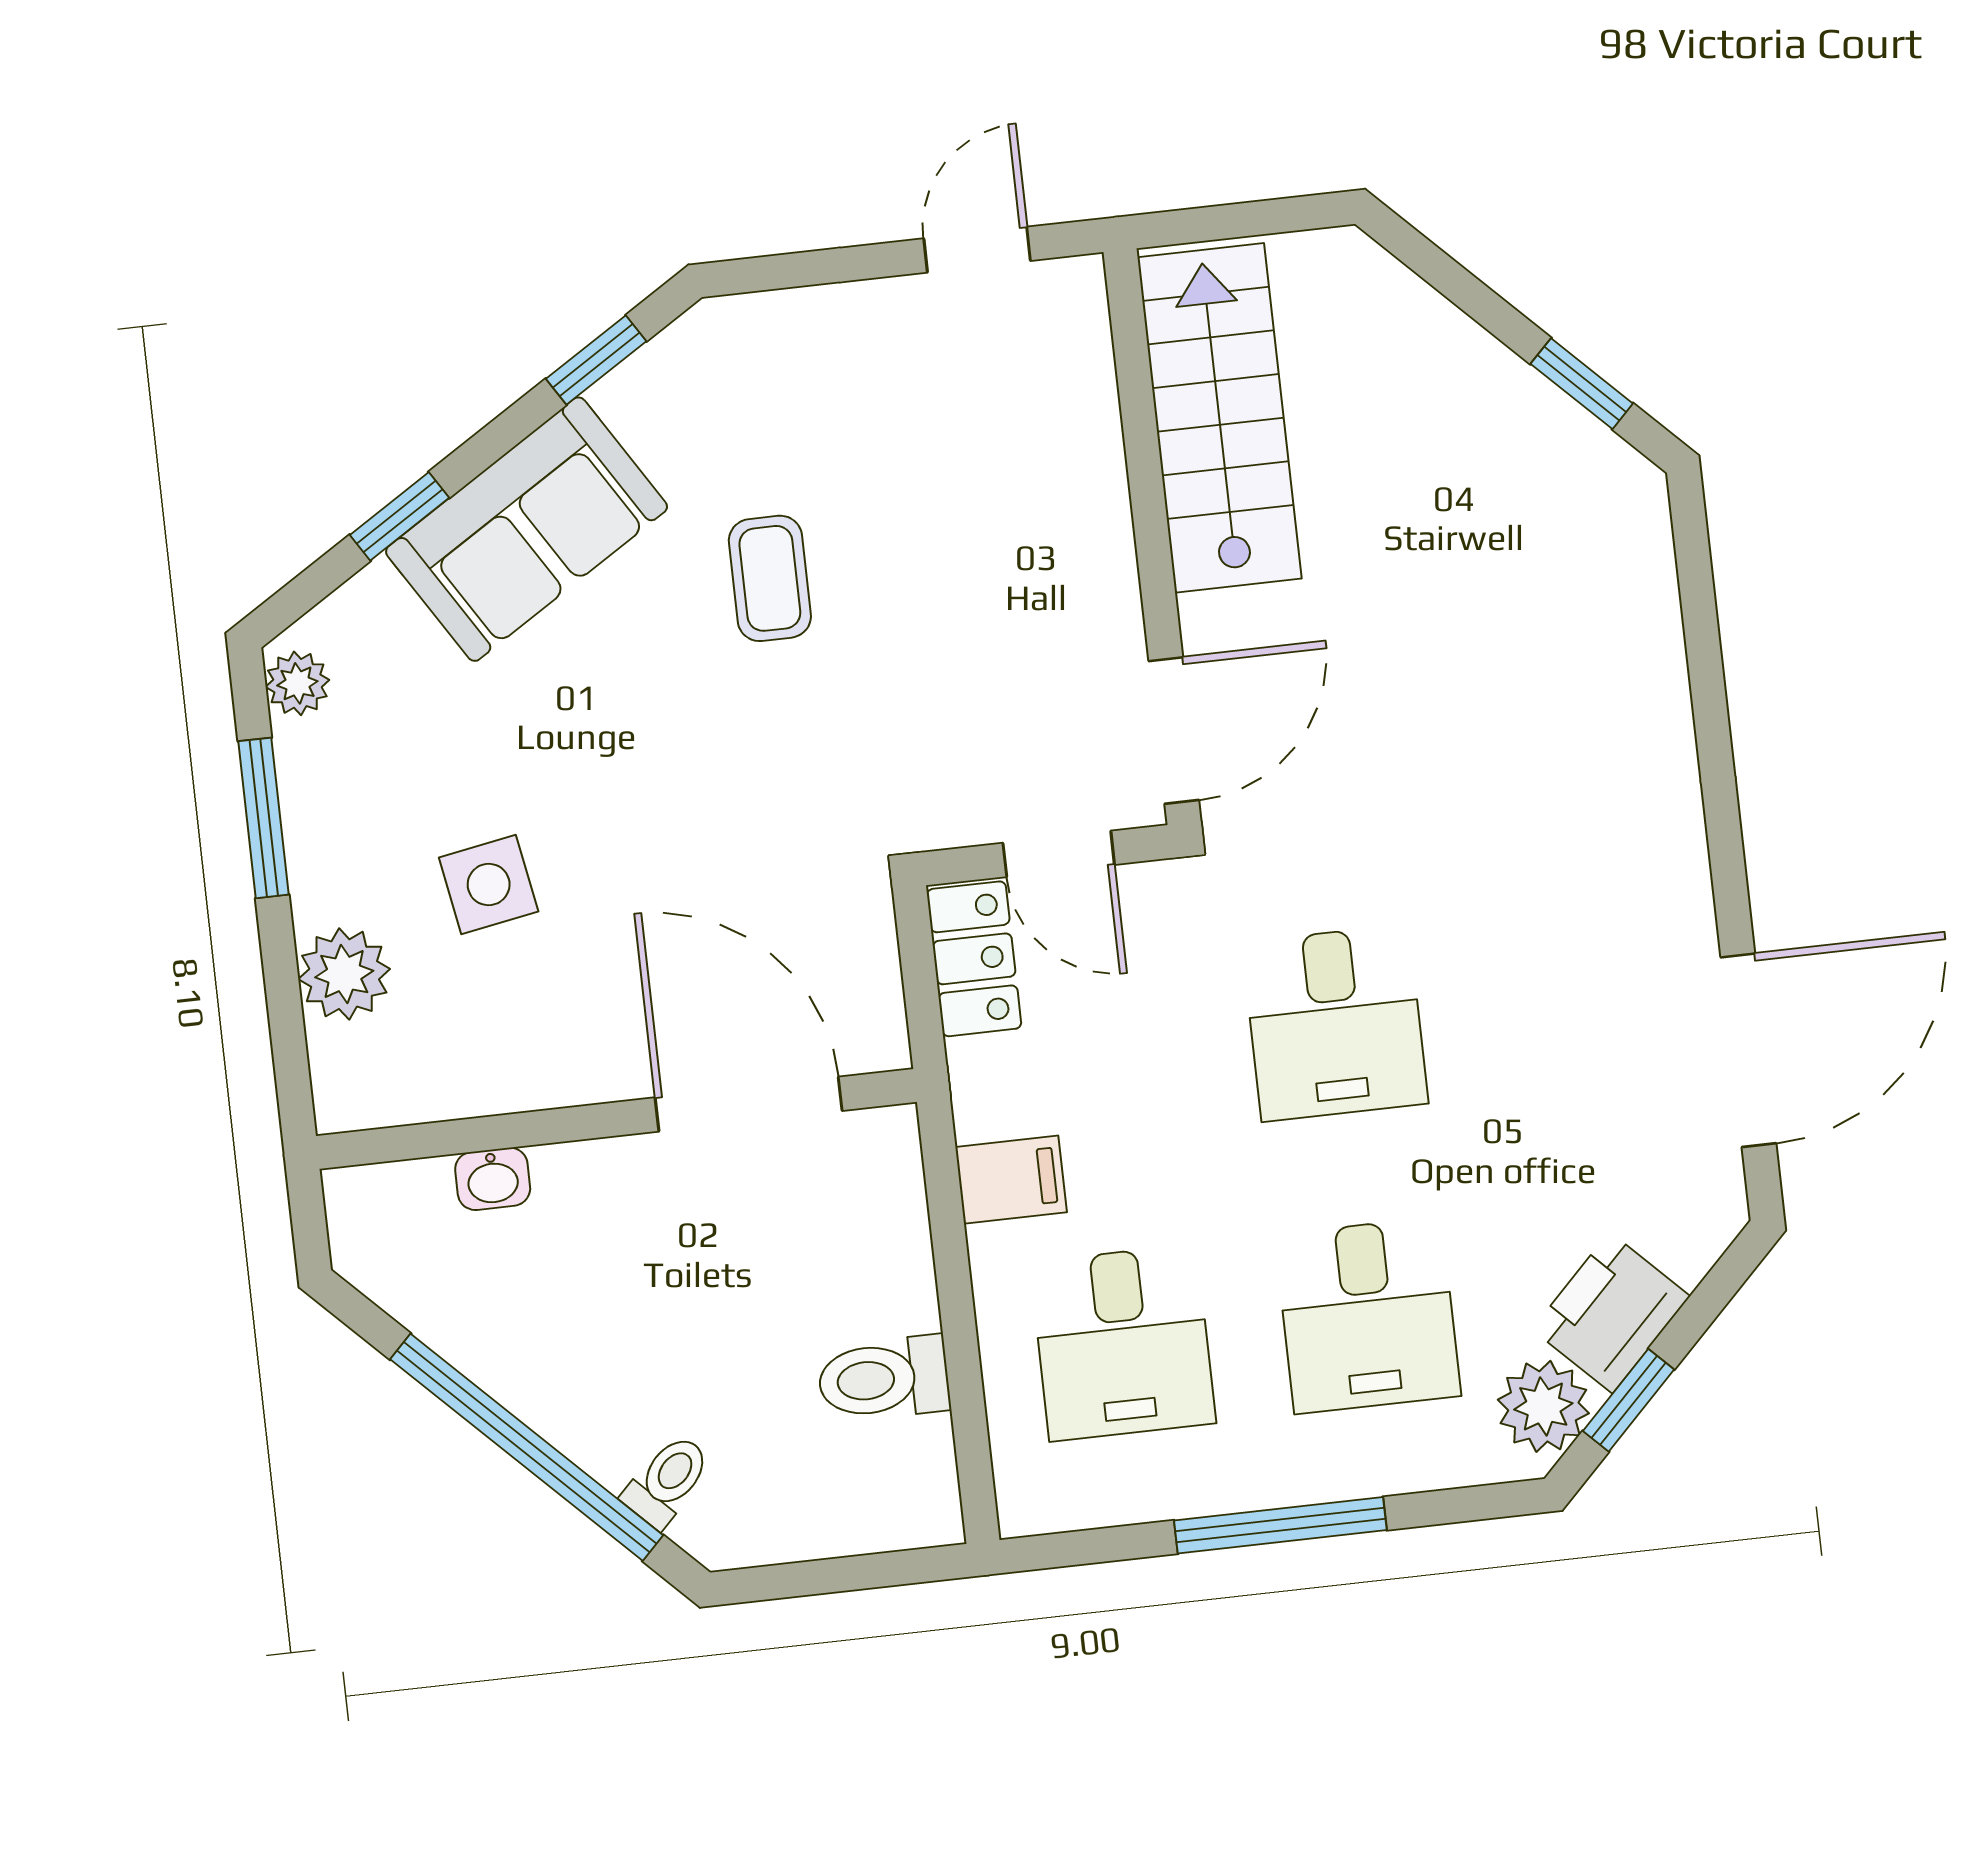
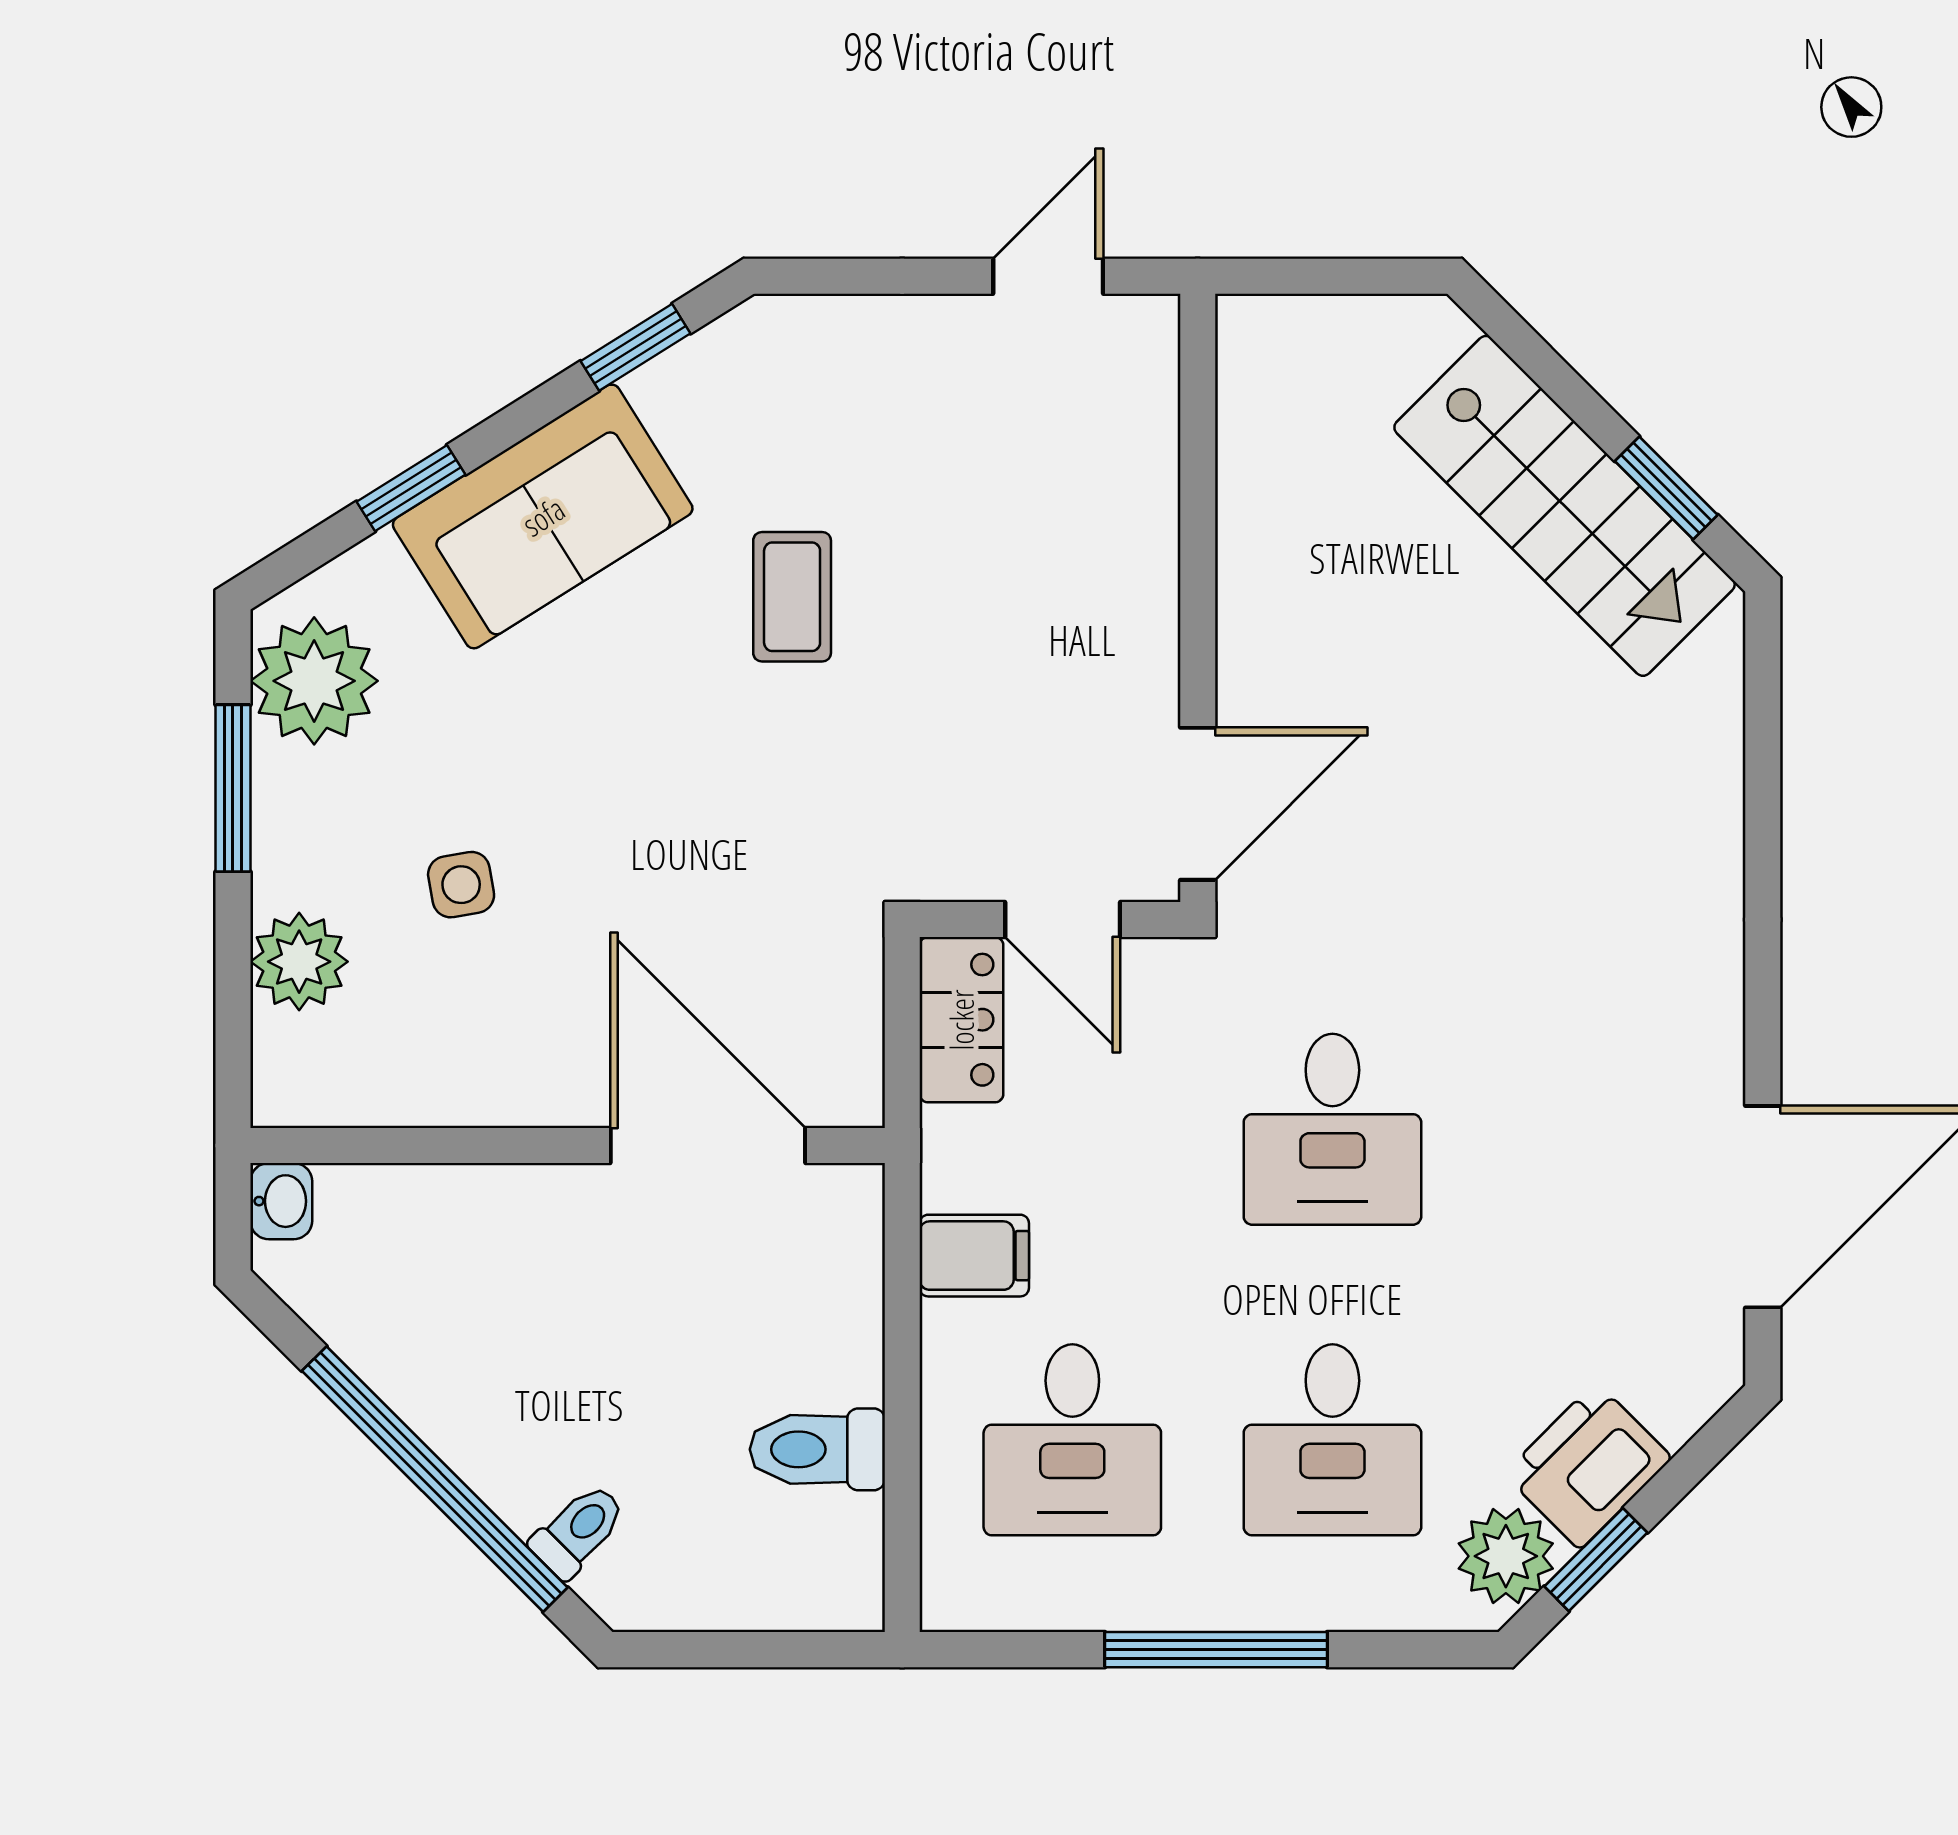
stairs: (1219, 418) -> (1565, 506), moved, turned 135
plant: (297, 683) -> (314, 681), width x1.88, depth x1.88
side table: (489, 884) -> (461, 885), width x0.73, depth x0.73
washbasin: (493, 1179) -> (281, 1201), moved, turned -90

